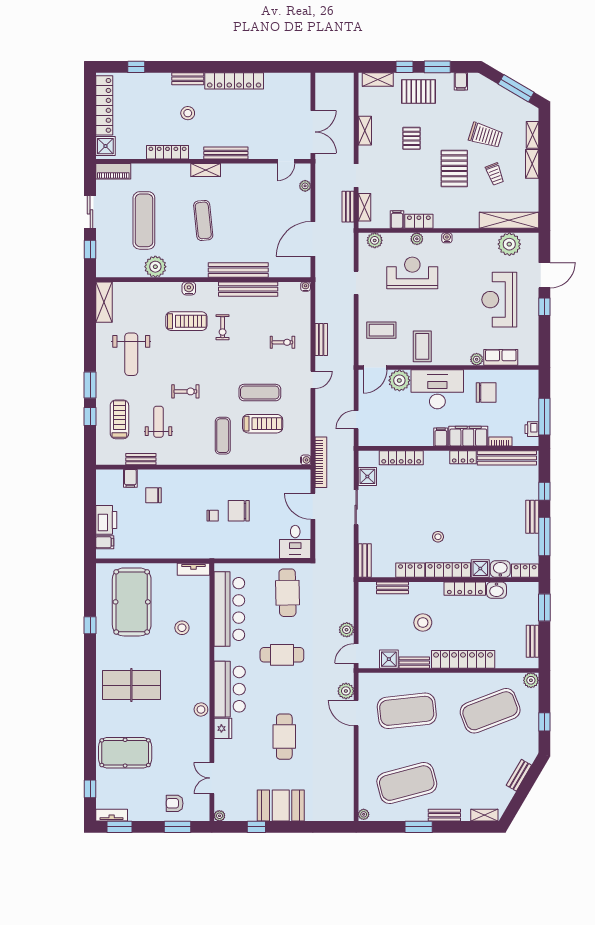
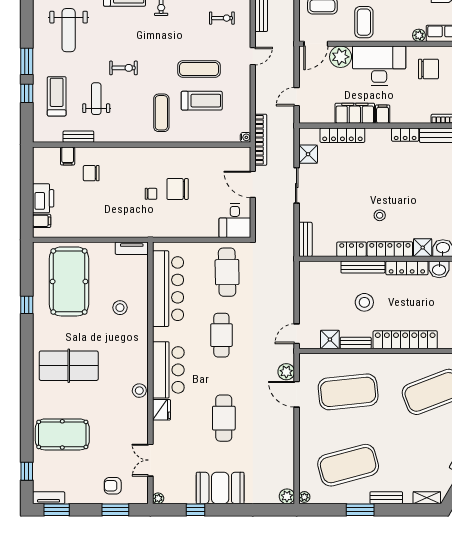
filing cabinet: (468, 436) -> (355, 113), moved
bench: (393, 588) -> (363, 267), moved, width x1.36
plant: (347, 630) -> (287, 496), moved
cafe table: (282, 655) -> (221, 335), turned 90

